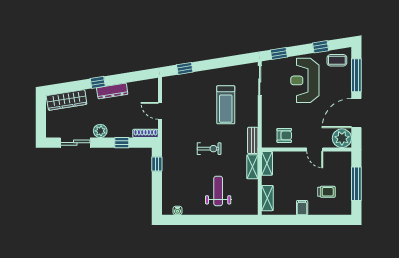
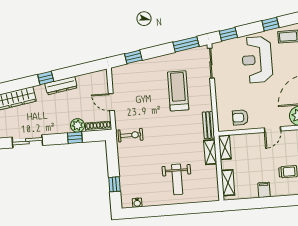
window: (237, 60) -> (186, 44), added
treadmill: (226, 105) -> (178, 91), turned 180
plant: (100, 131) -> (78, 125), moved
armchair: (284, 135) -> (240, 117), turned 180
exercise bike: (209, 149) -> (130, 135), moved
door: (315, 150) -> (273, 129), hinge flipped
window: (157, 164) -> (115, 184), moved
weight bench: (218, 191) -> (177, 179), turned 180

